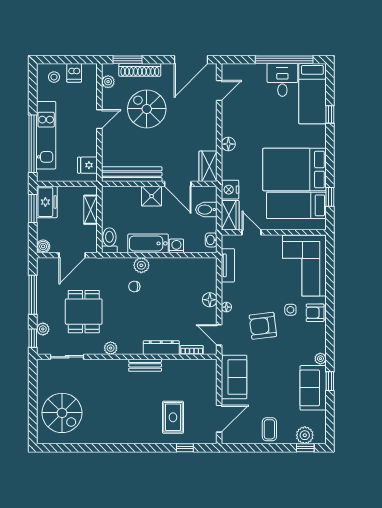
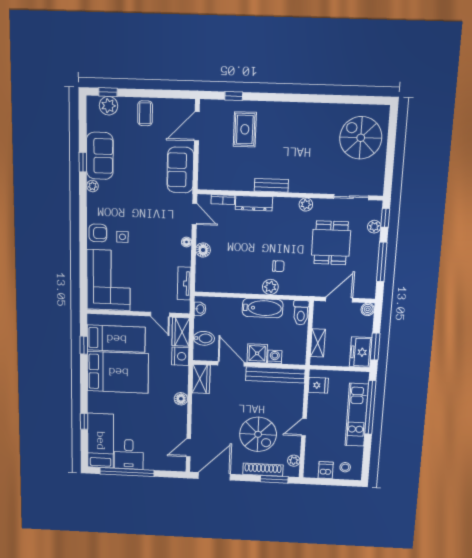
washing machine: (176, 246) -> (275, 357), moved, turned 180
armchair: (263, 326) -> (150, 222), removed

